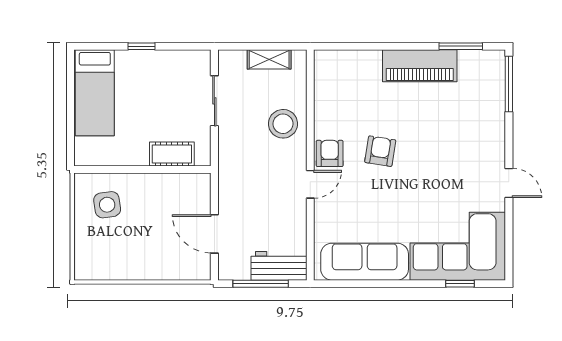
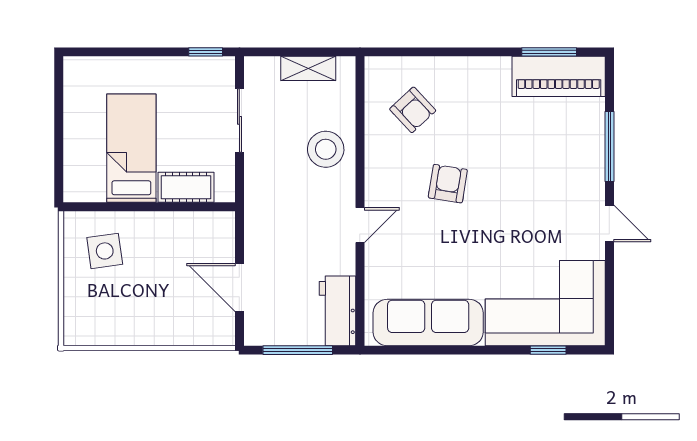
window: (141, 46) -> (206, 52), moved
piano: (420, 66) -> (559, 76), moved
window: (509, 84) -> (609, 146), moved
bed: (95, 93) -> (131, 148), moved, turned 180
armchair: (330, 153) -> (413, 110), moved, turned 137
workbench: (279, 266) -> (338, 311), moved, turned -90

